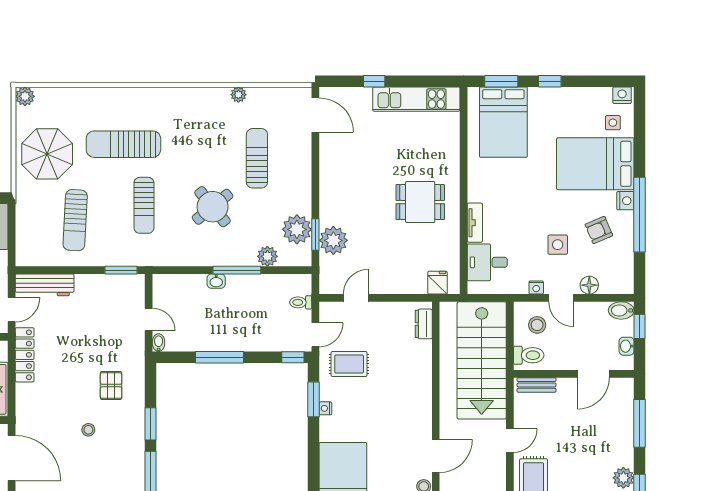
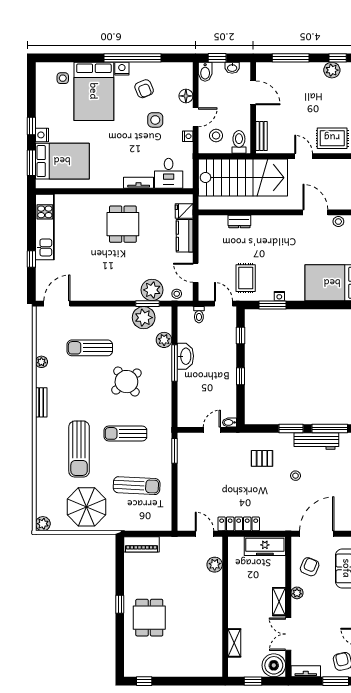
bench: (185, 94) -> (41, 402), added
nightstand: (622, 95) -> (42, 135), moved
sun lounger: (144, 205) -> (125, 433), turned 180
stool: (328, 273) -> (177, 294), added
washbasin: (216, 281) -> (185, 356), moved, width x1.91, depth x1.45
kitchen counter: (405, 283) -> (185, 236), added
workbench: (45, 285) -> (316, 441), moved, turned 90
dresser: (424, 324) -> (239, 222), moved
window: (219, 357) -> (241, 376), width x0.46
window: (293, 357) -> (241, 335), moved

